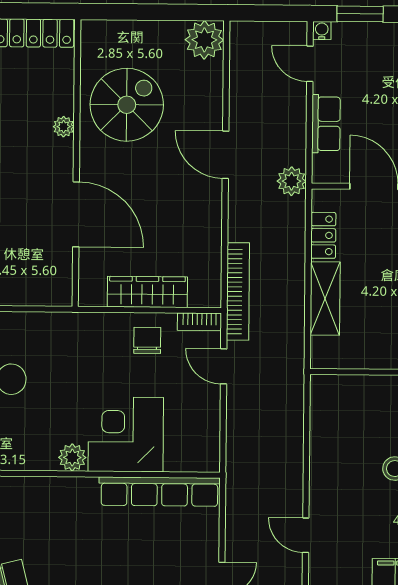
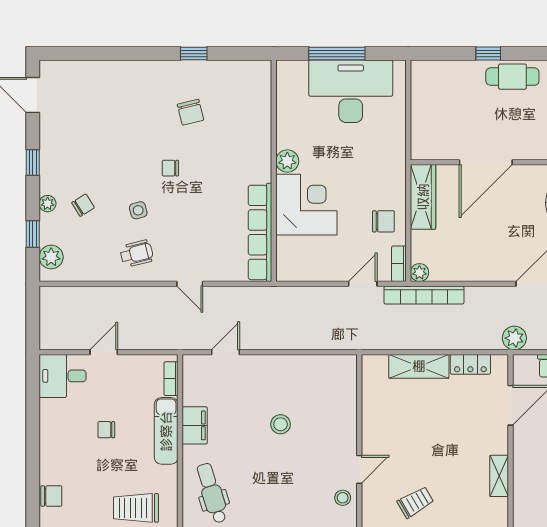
wardrobe: (147, 292) -> (423, 197), moved
plant: (210, 297) -> (419, 273), added

